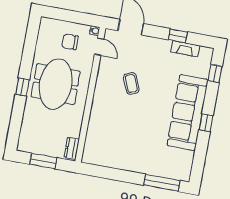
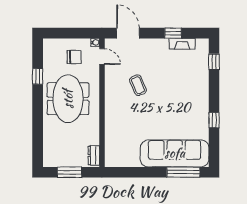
chair: (70, 42) -> (74, 57), turned 180
window: (22, 87) -> (38, 76), moved
sofa: (188, 112) -> (175, 153), moved, turned 90
window: (206, 123) -> (214, 120), moved

